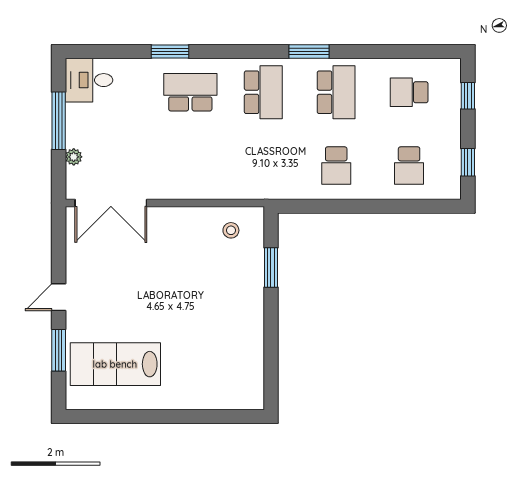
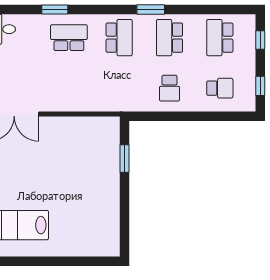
school desk: (336, 92) -> (169, 38), turned 180
school desk: (409, 92) -> (220, 38), width x1.85
school desk: (409, 166) -> (220, 88), turned -90
stool: (231, 230) -> (97, 133), removed

